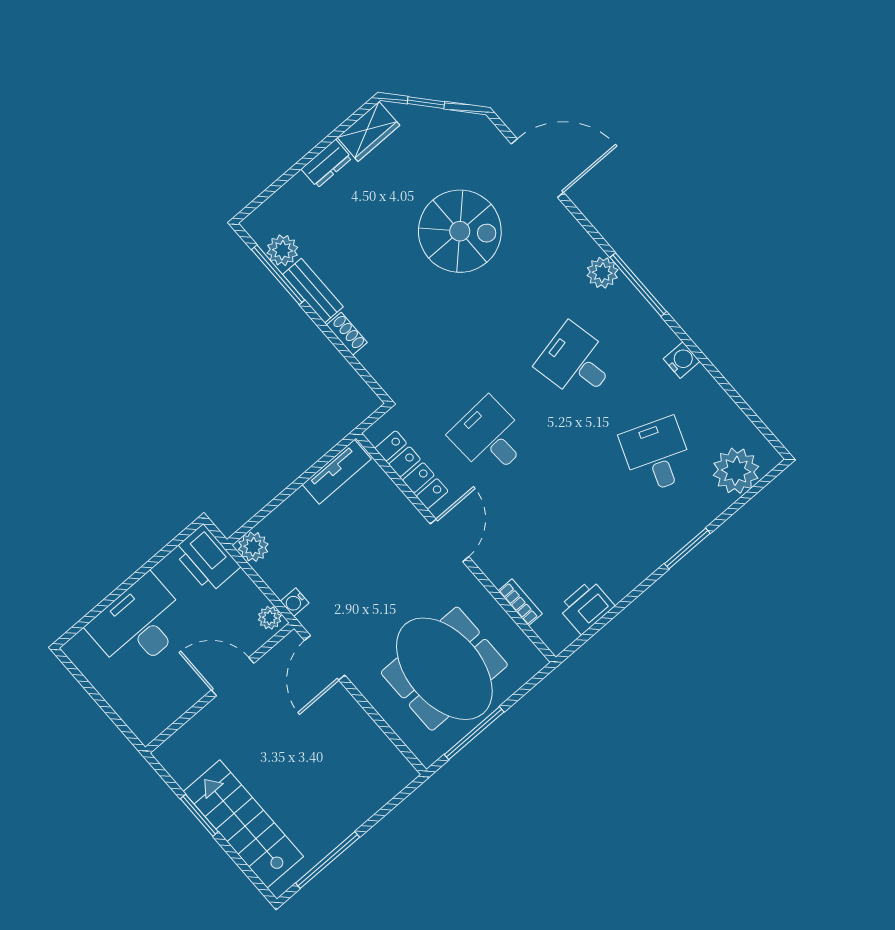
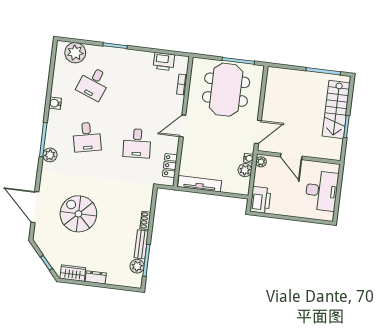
locker: (412, 470) -> (170, 166), width x0.66
tv unit: (337, 472) -> (200, 184), width x1.41
plant: (253, 547) -> (245, 170), moved
desk: (139, 624) -> (322, 191), moved, turned -90

